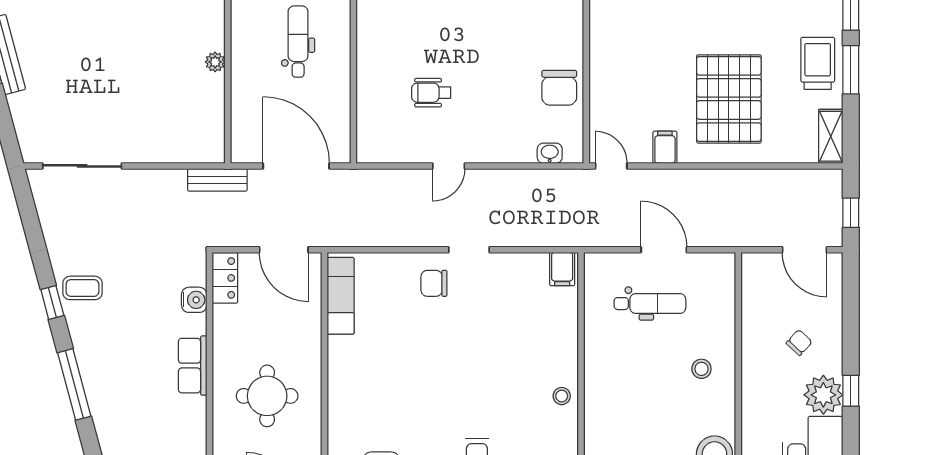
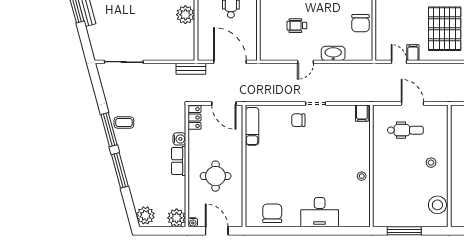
plant: (215, 62) -> (185, 15), width x1.88, depth x1.88
washbasin: (550, 153) -> (333, 53), moved, width x1.91, depth x1.45
door: (611, 166) -> (399, 62), moved
water cooler: (194, 300) -> (179, 139), moved
window: (52, 303) -> (109, 130), width x2.17

